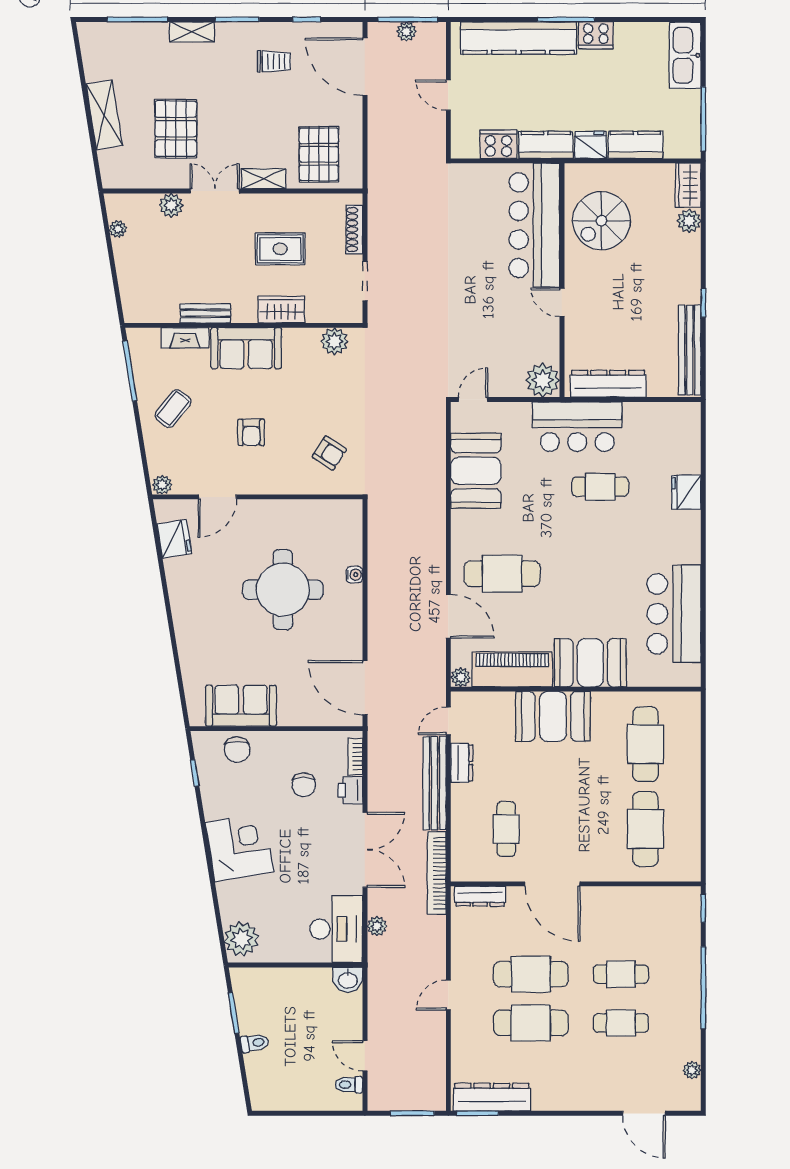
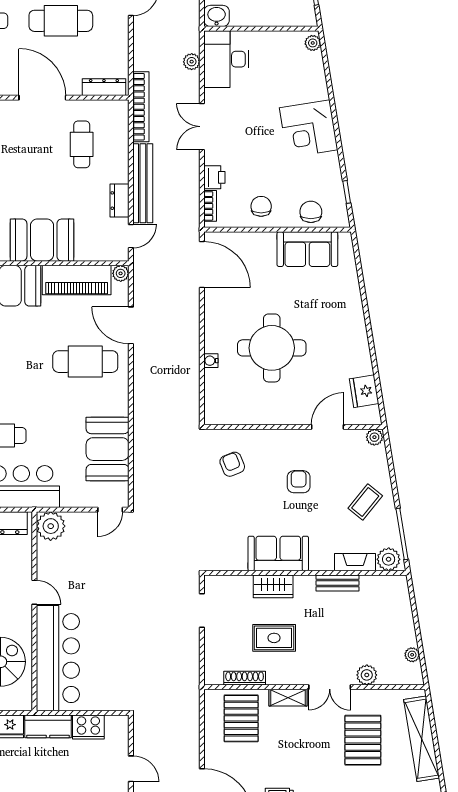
shelving: (104, 115) -> (422, 739), width x1.47
shoe rack: (354, 229) -> (245, 678), moved, turned -90
plant: (334, 341) -> (389, 559), moved
sofa: (246, 348) -> (278, 553), moved
armchair: (329, 453) -> (232, 464), turned 35
chair: (304, 785) -> (261, 206), moved
double door: (365, 850) -> (202, 127), width x0.73
plant: (241, 939) -> (313, 43), width x0.53, depth x0.53

